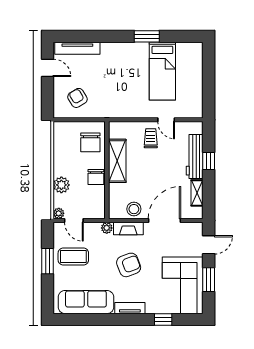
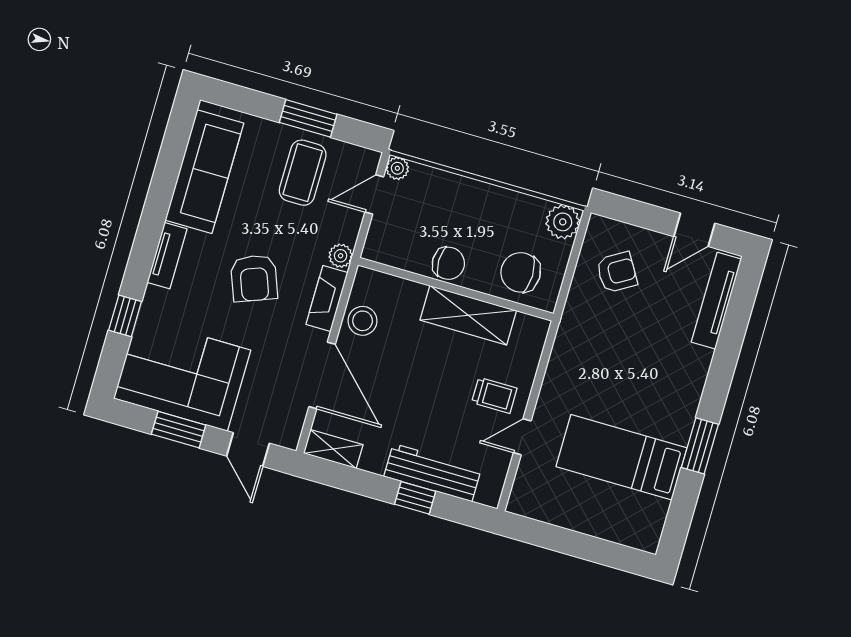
chair: (96, 177) -> (448, 263), turned 180
plant: (61, 185) -> (563, 222), moved
shelving: (197, 193) -> (333, 449), moved

